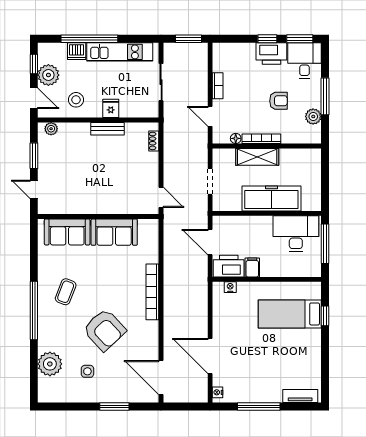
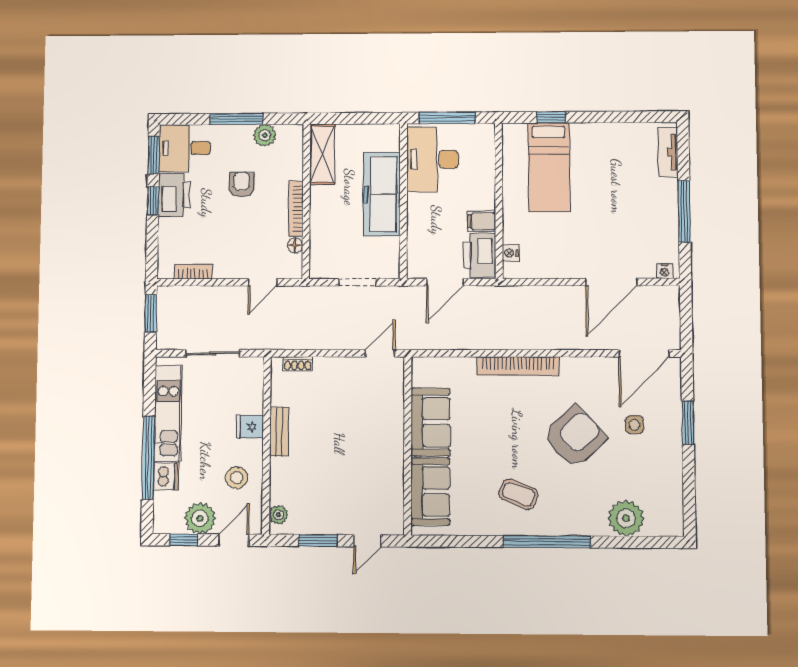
bookcase: (218, 86) -> (193, 272), moved
shelving: (257, 157) -> (322, 154), moved
side table: (87, 371) -> (634, 425), moved

